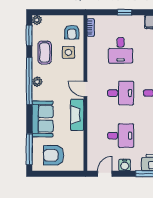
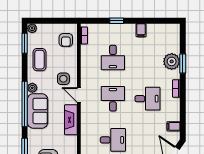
side table: (68, 52) -> (63, 79), moved
window: (29, 81) -> (25, 104), moved
desk: (121, 93) -> (113, 99), turned -90
sofa: (43, 119) -> (38, 111), moved

